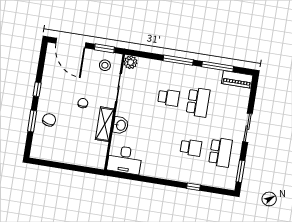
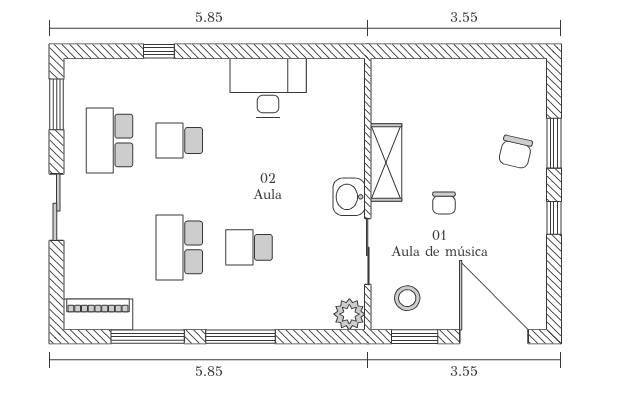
washbasin: (121, 125) -> (349, 197), moved
desk: (125, 160) -> (268, 88), moved

